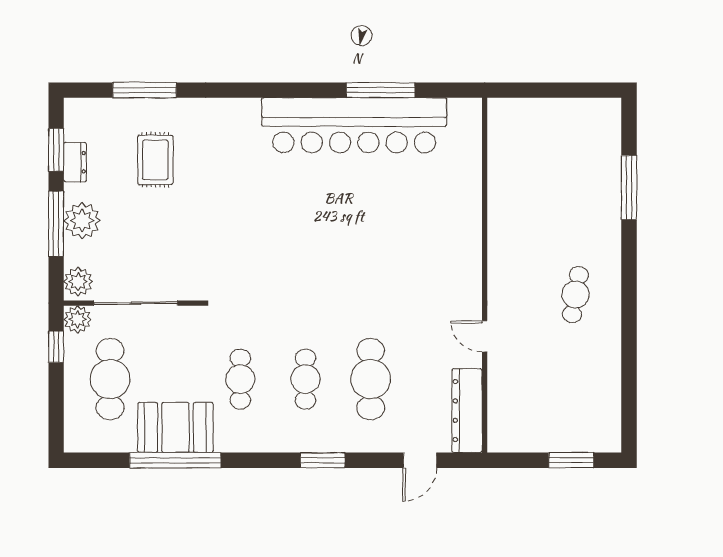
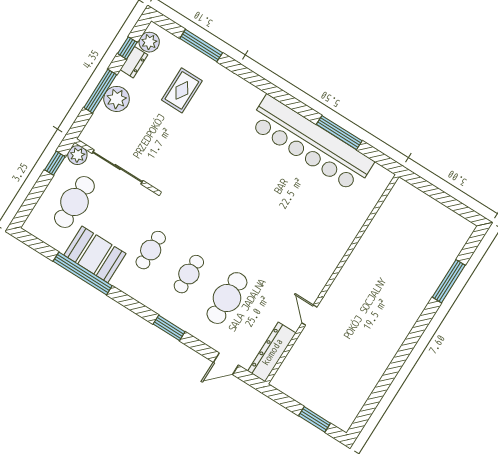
window: (56, 150) -> (127, 48), width x0.67
plant: (78, 282) -> (149, 42), moved
cafe table: (575, 295) -> (378, 324), removed

